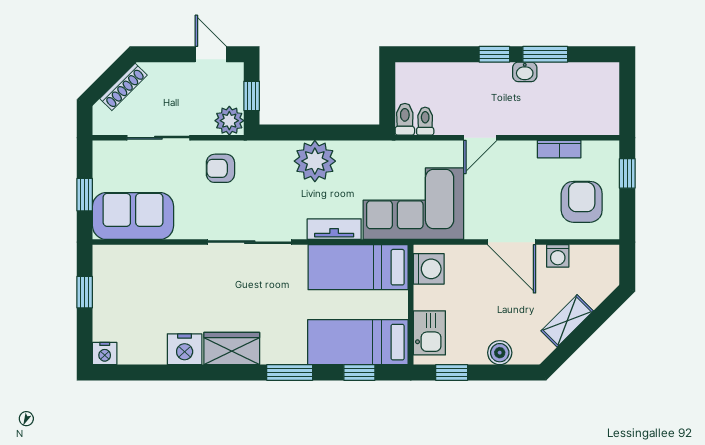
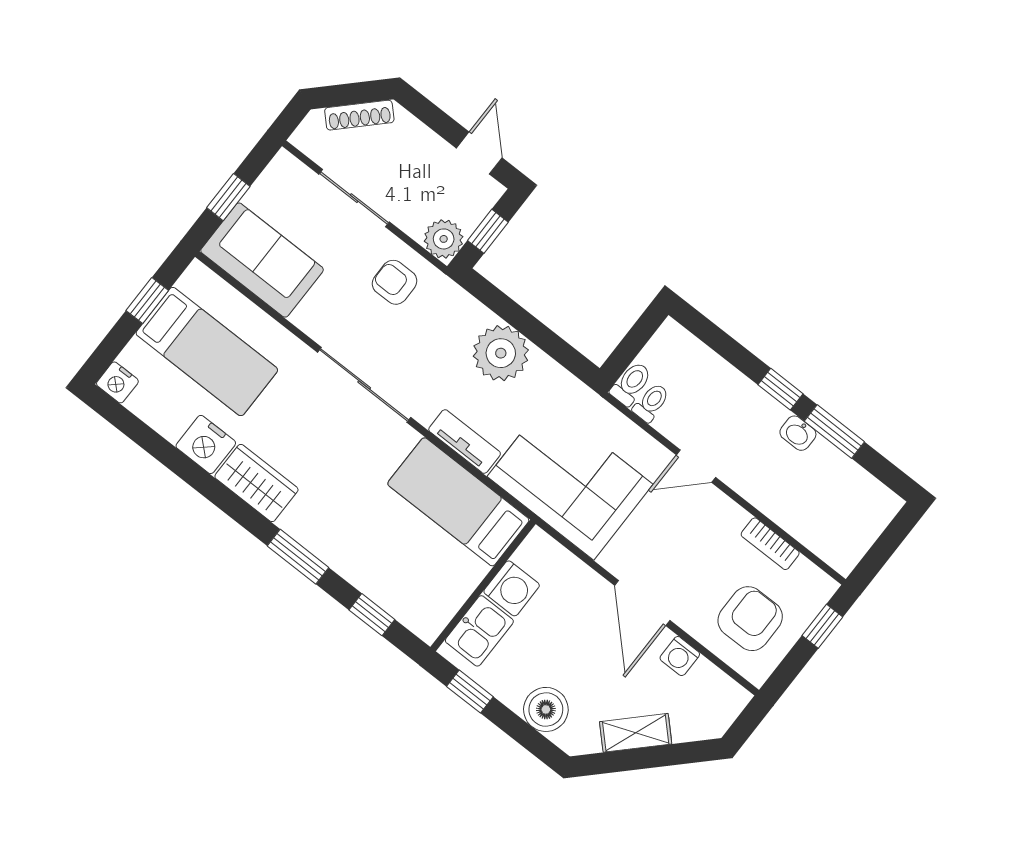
washing machine: (429, 269) -> (512, 588), moved
bed: (358, 342) -> (207, 352), moved, turned 180
boiler: (500, 353) -> (546, 709), width x1.36, depth x1.36

